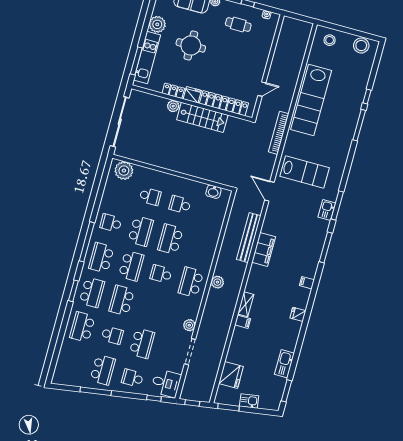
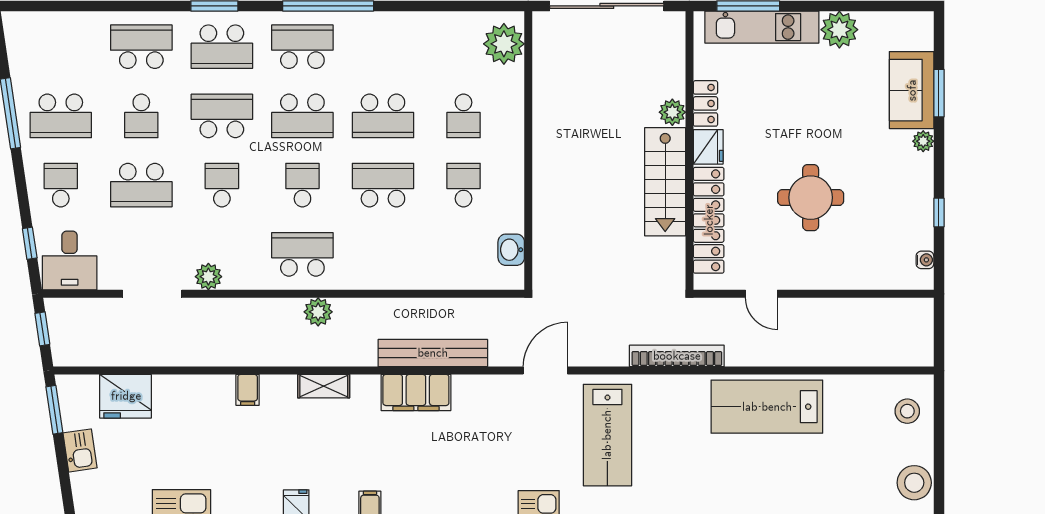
cafe table: (238, 25) -> (887, 205), removed
round table: (191, 45) -> (811, 198), moved
lab bench: (311, 100) -> (767, 407), width x0.73
school desk: (111, 223) -> (222, 185), moved
shelving: (246, 304) -> (324, 386), moved

